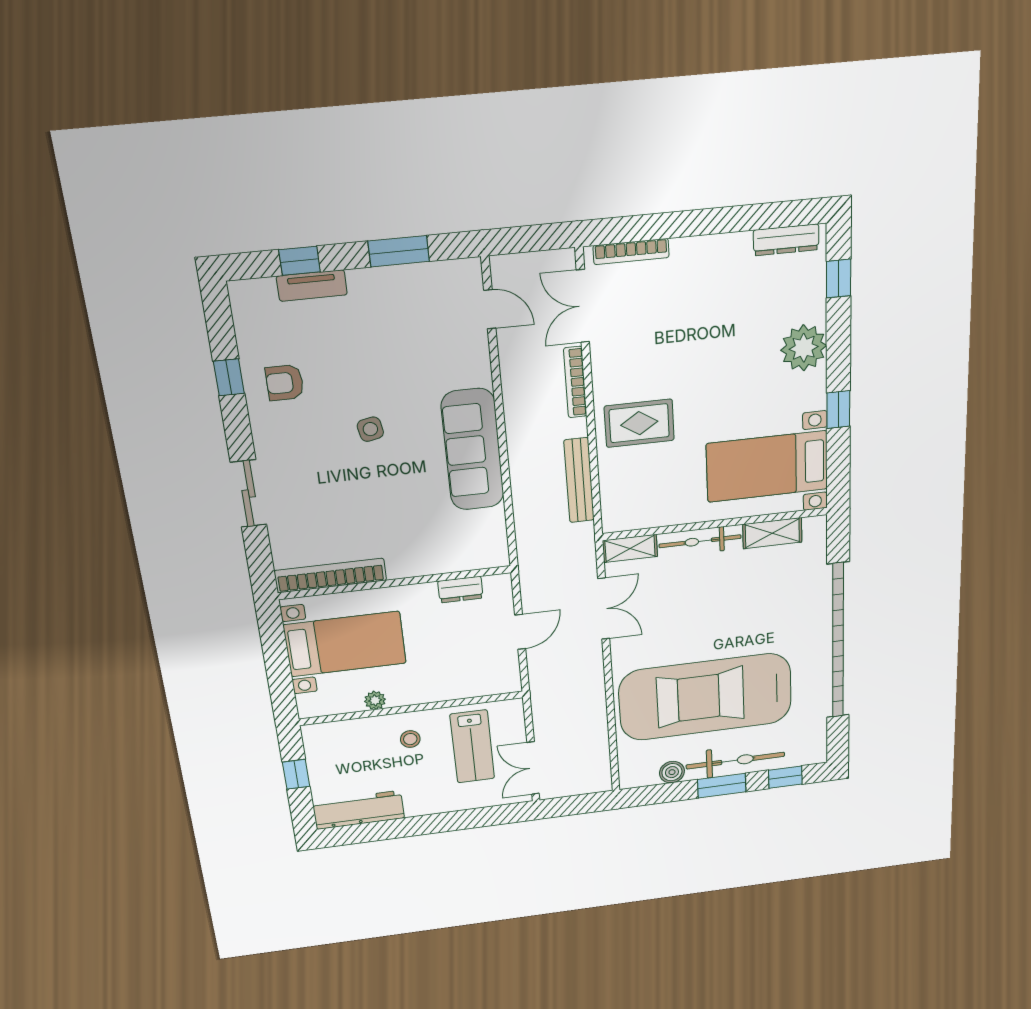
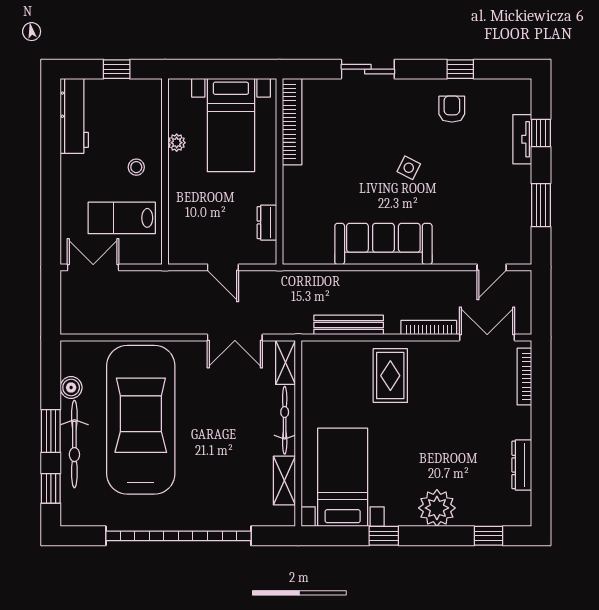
dresser: (786, 240) -> (522, 465), moved
side table: (370, 429) -> (409, 168), turned 38

